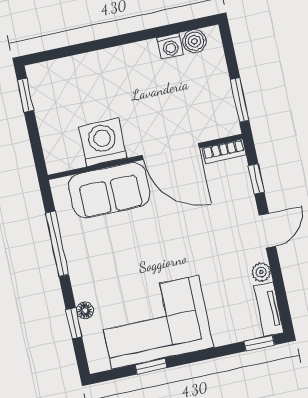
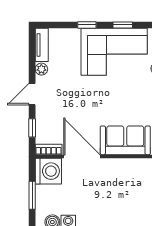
window: (240, 100) -> (32, 195), moved
washing machine: (103, 142) -> (48, 171), moved, turned -90
window: (259, 343) -> (87, 25), moved

